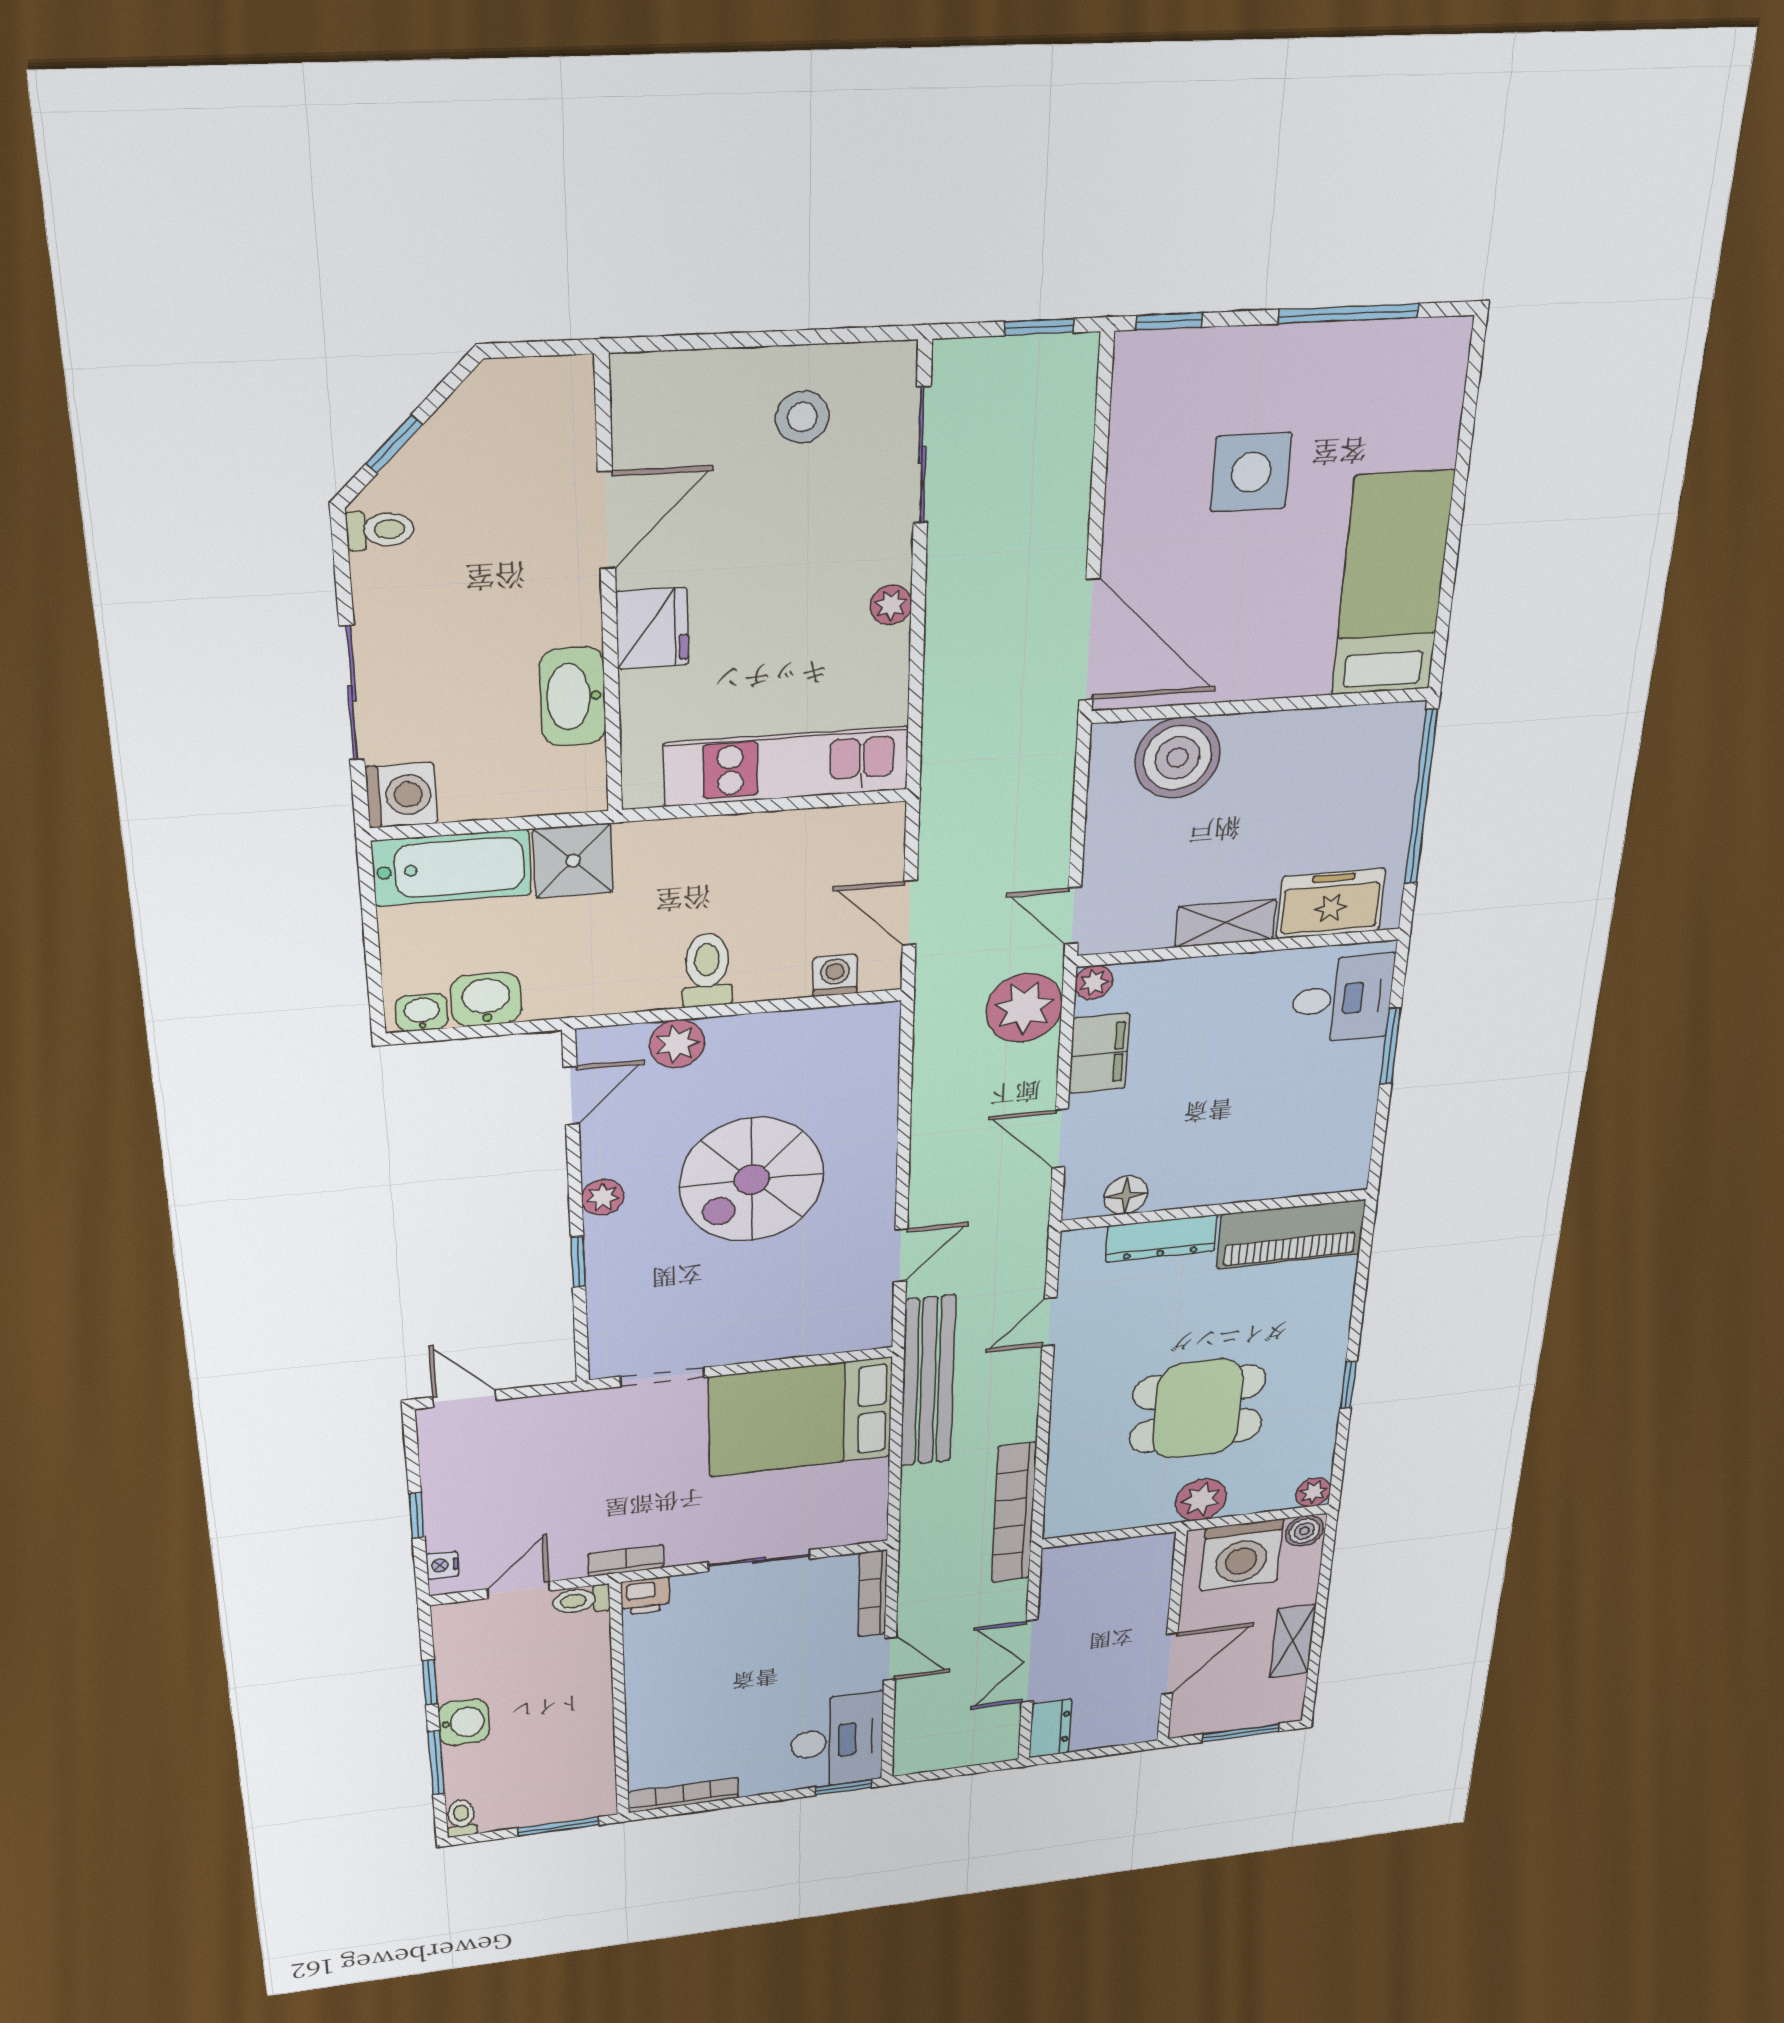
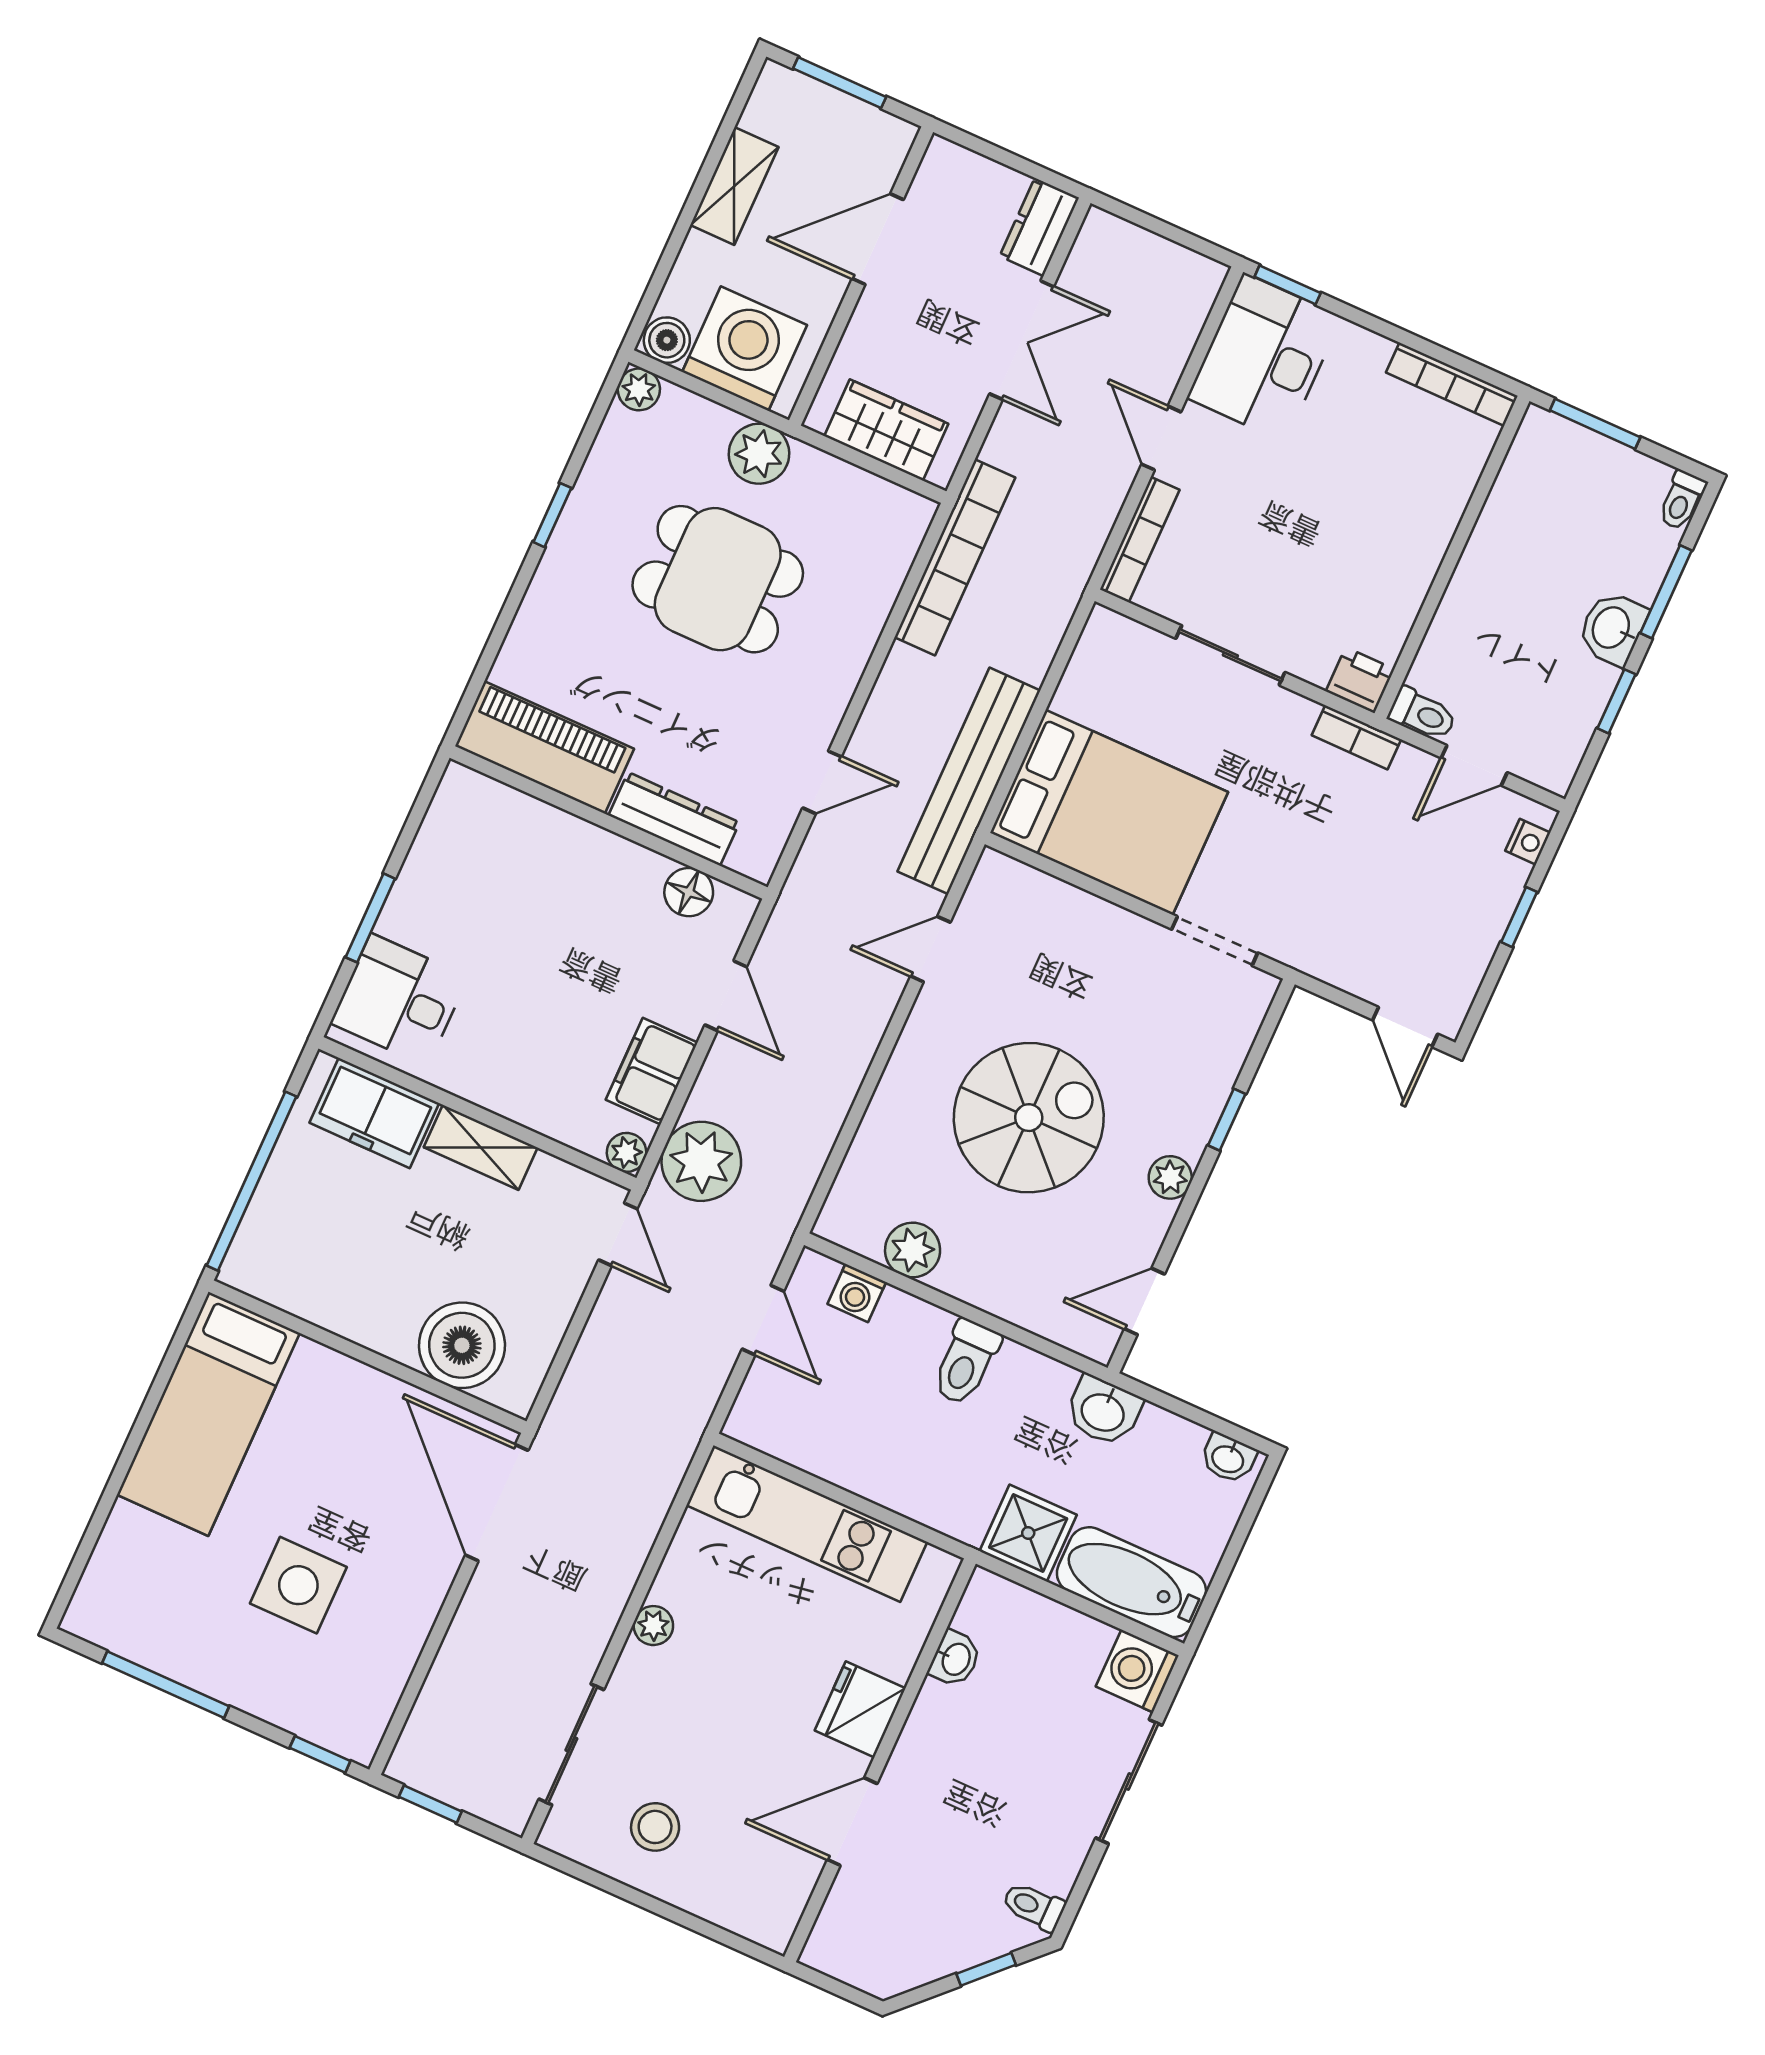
washbasin: (573, 697) -> (955, 1659), width x0.52, depth x0.69
washbasin: (486, 999) -> (1103, 1411), moved
plant: (677, 1044) -> (913, 1250), moved
wardrobe: (1108, 1561) -> (886, 430), added

